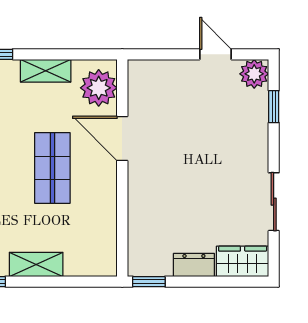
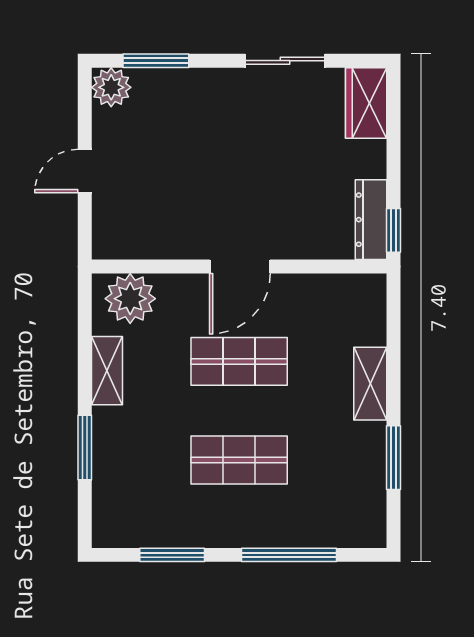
door: (216, 54) -> (85, 171), moved
window: (274, 107) -> (156, 61), width x1.50
door: (122, 138) -> (240, 267), moved
dresser: (194, 265) -> (371, 220), moved, width x1.44

